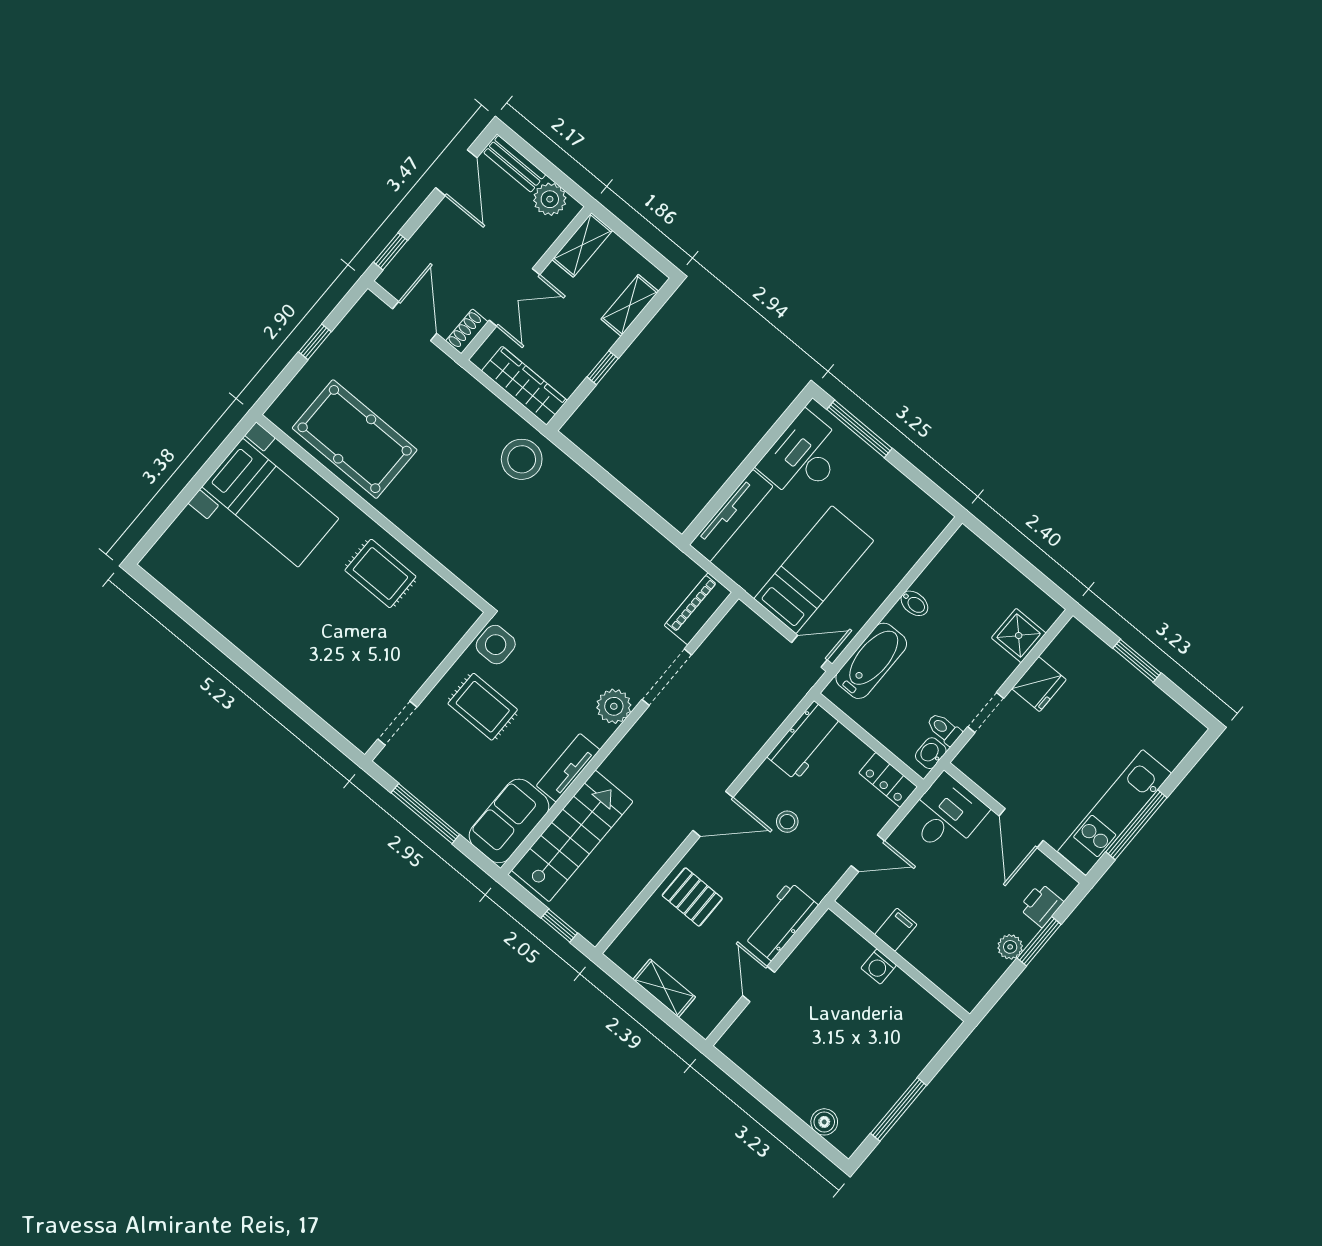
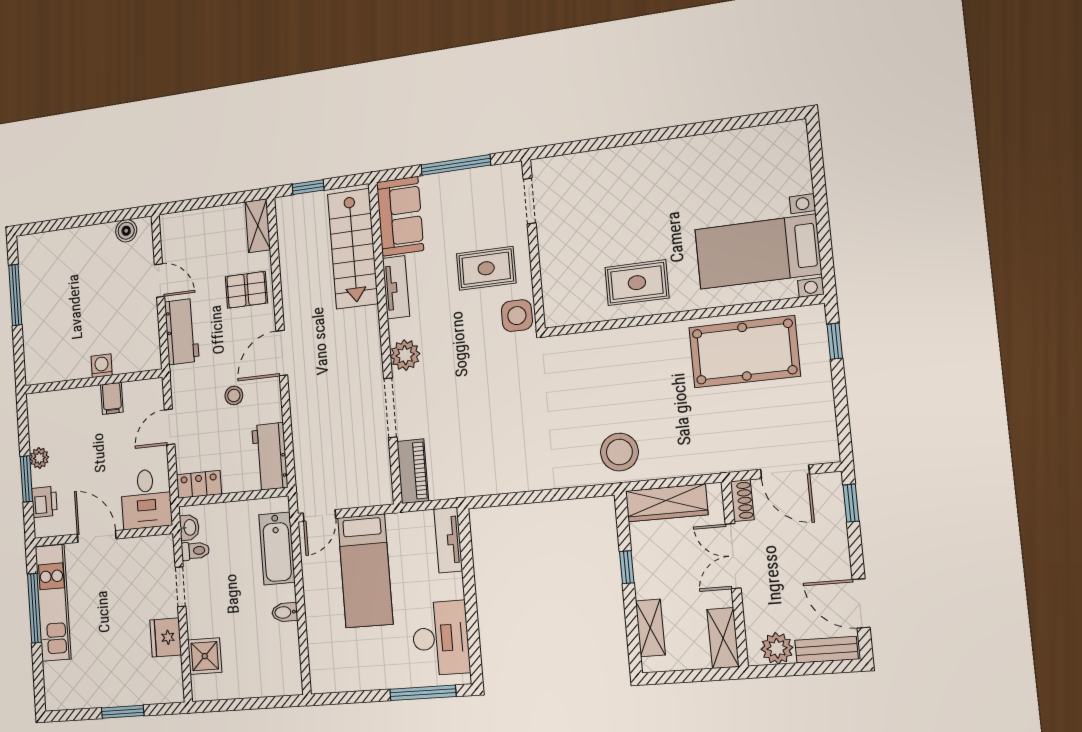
window: (315, 342) -> (835, 341), moved
tv unit: (731, 516) -> (448, 540), width x0.71
shelving: (664, 988) -> (258, 226), moved, turned 90
boiler: (824, 1122) -> (126, 231), moved

